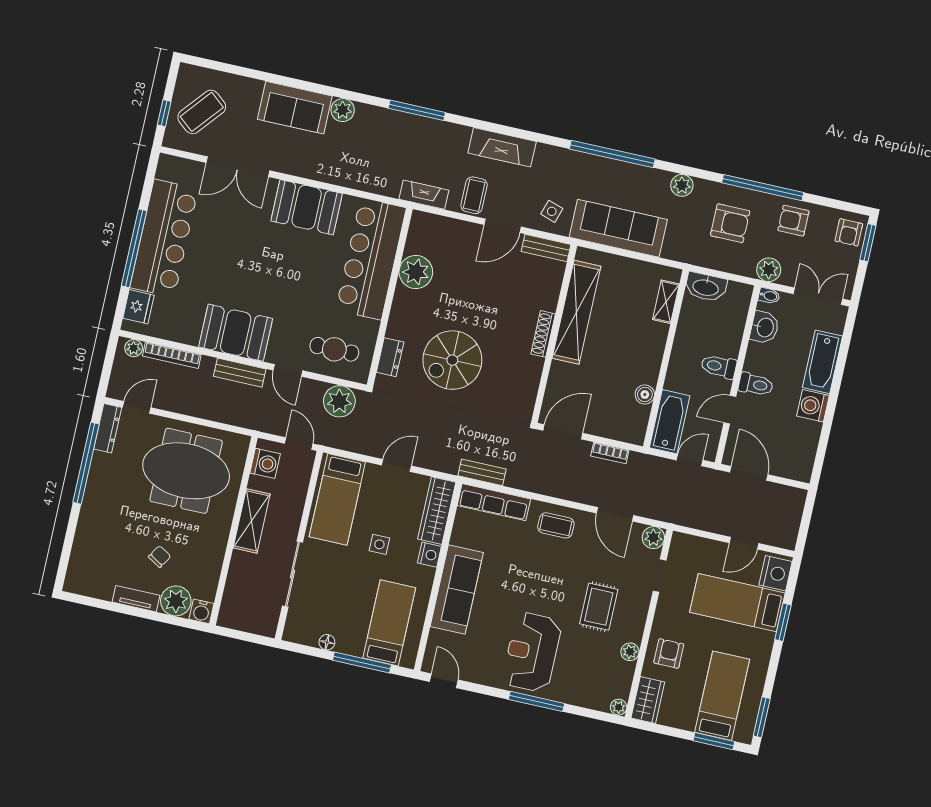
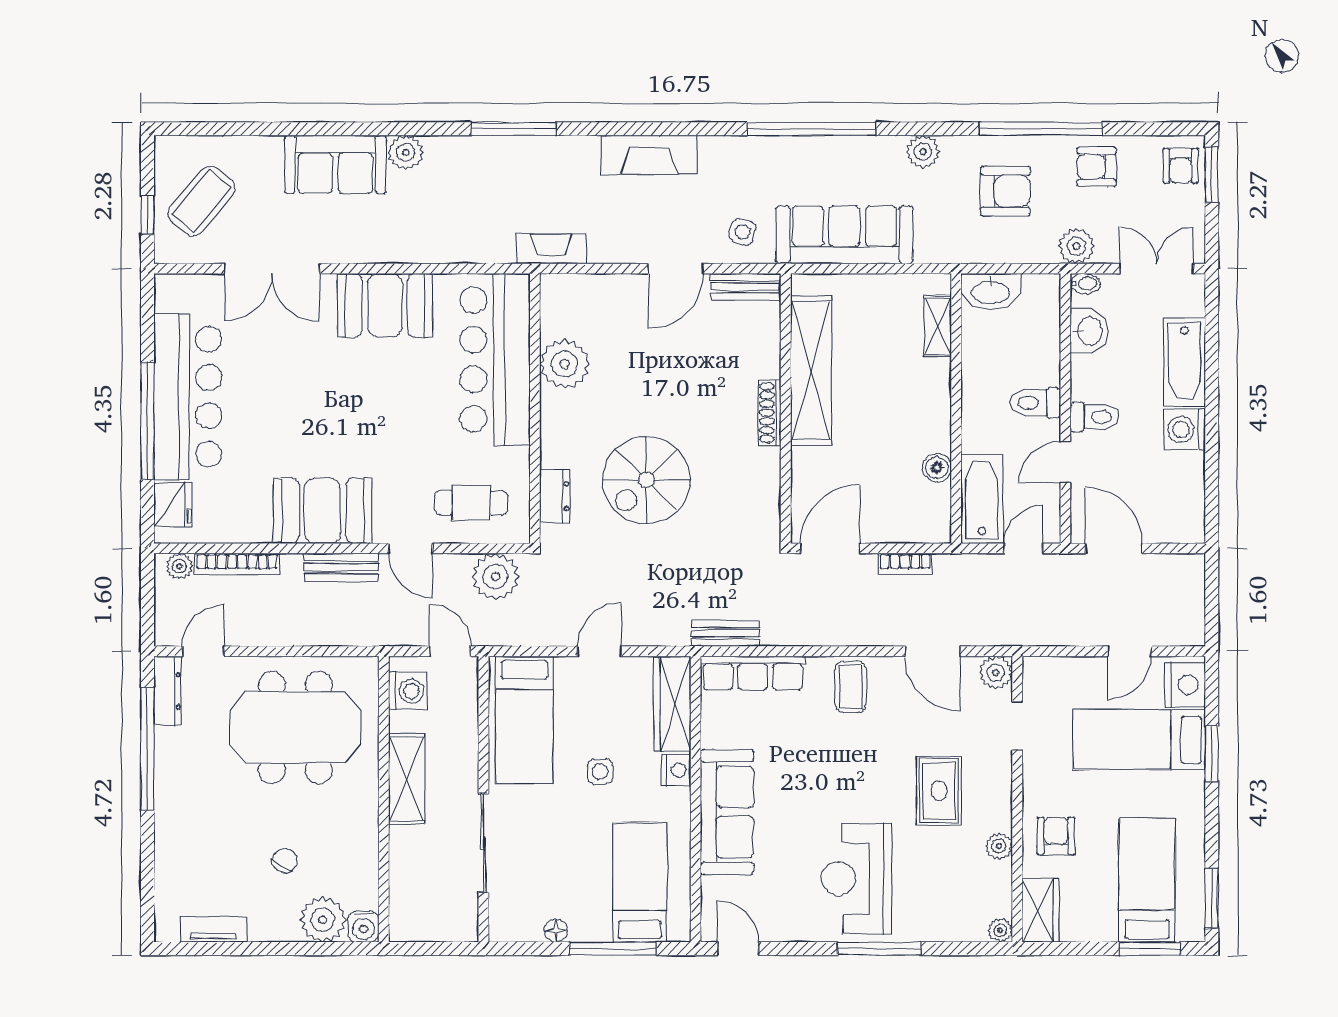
coffee table: (474, 195) -> (624, 234), removed
coffee table: (556, 525) -> (850, 687), turned 90
tv unit: (136, 599) -> (213, 929), moved

